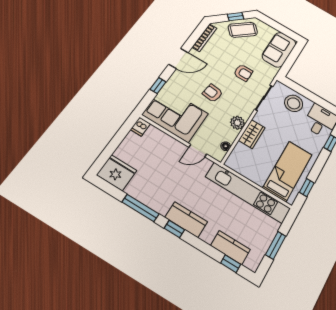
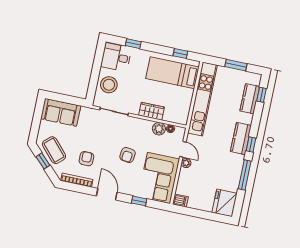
armchair: (243, 73) -> (86, 159), moved
plant: (237, 123) -> (159, 129), moved
plant: (181, 148) -> (186, 163), added

